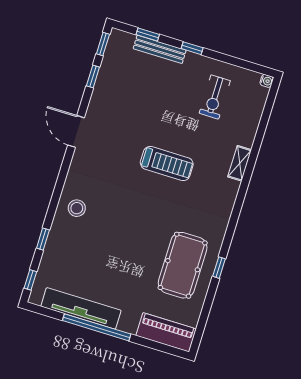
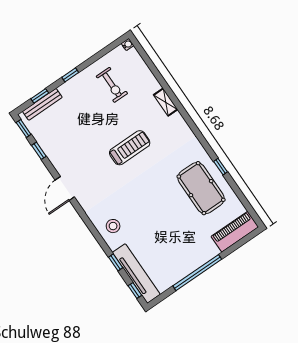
bench: (160, 49) -> (42, 104), moved
door: (76, 131) -> (65, 188), hinge flipped
tv unit: (81, 308) -> (136, 273), moved, turned 90

